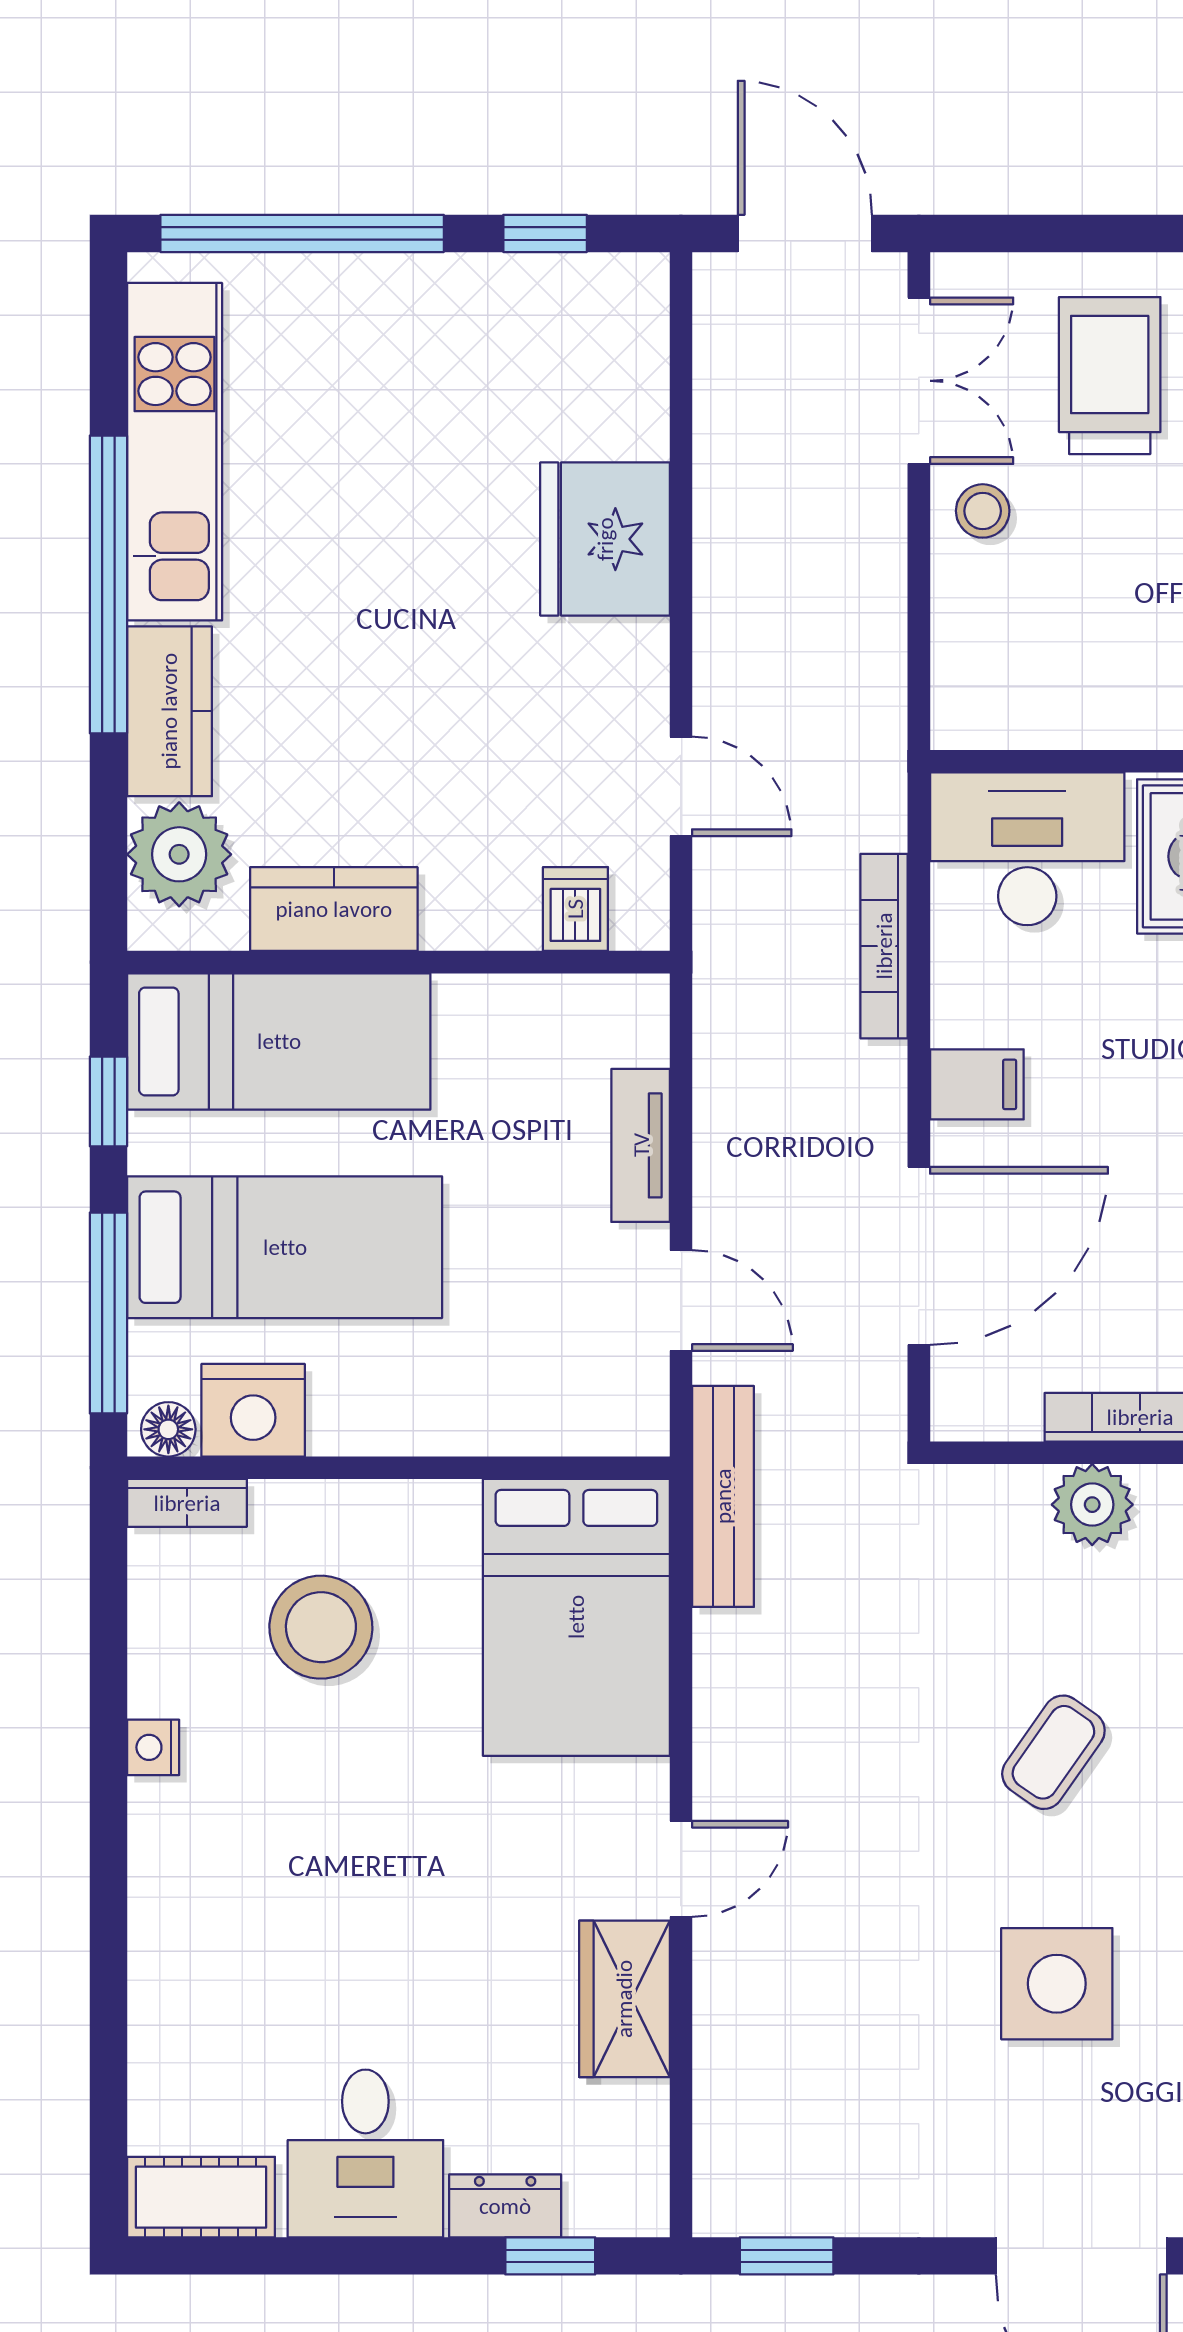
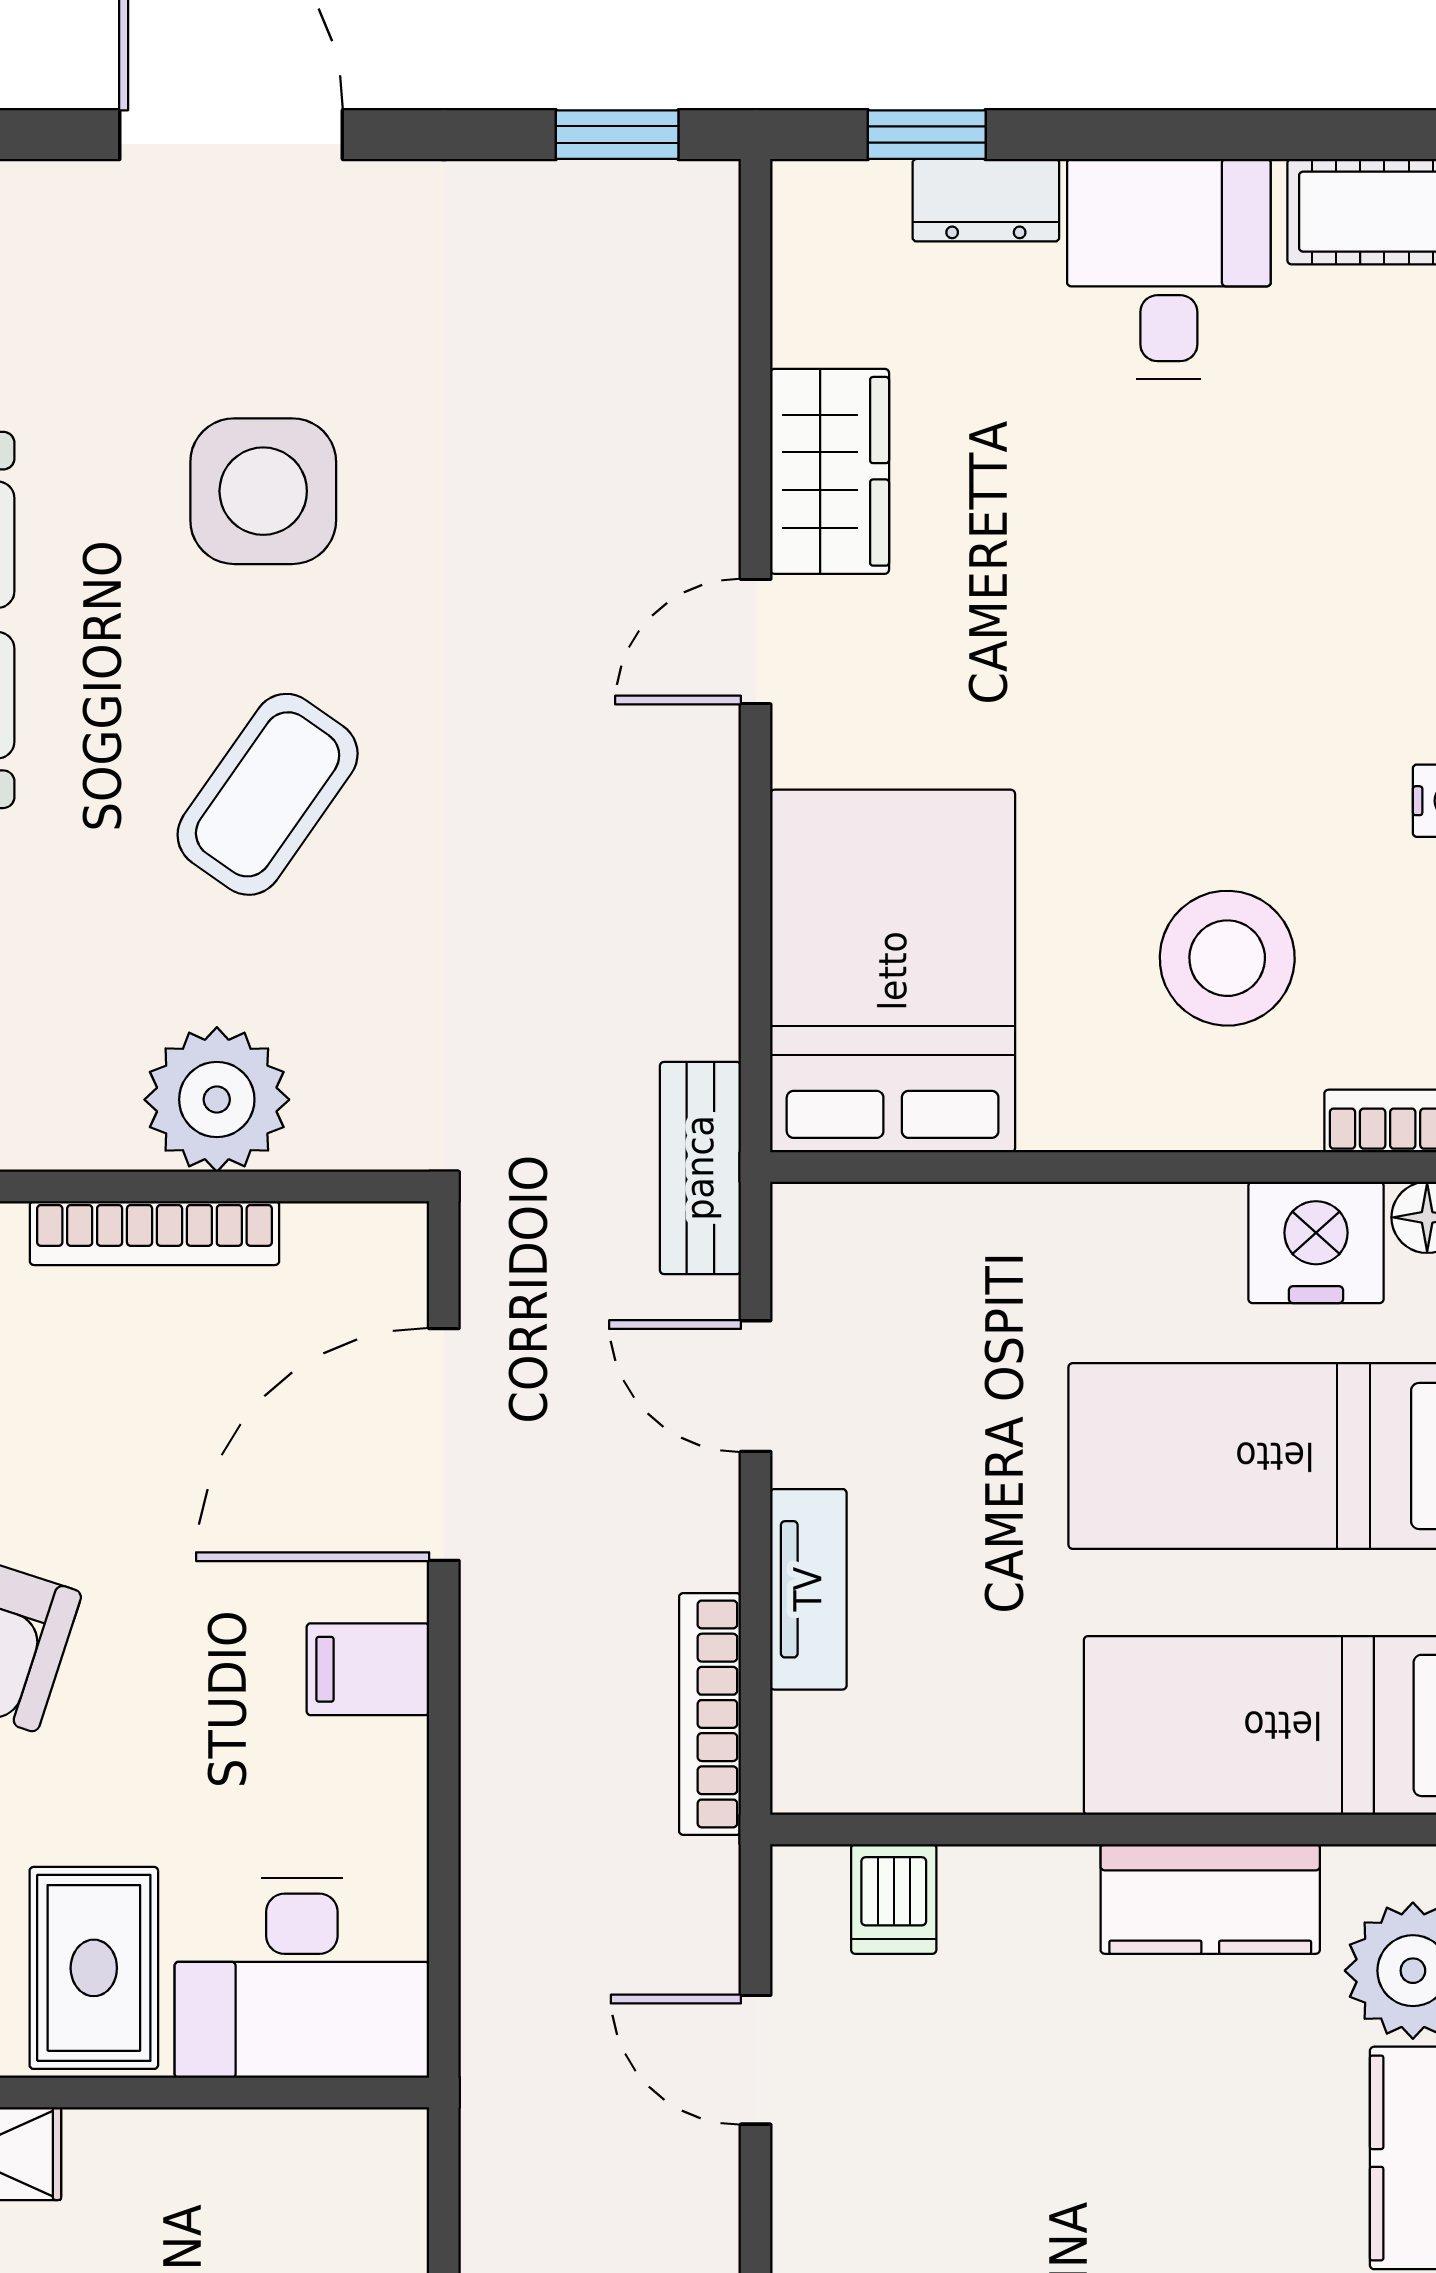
bookcase: (884, 946) -> (710, 1714), moved, turned 180
bench: (723, 1496) -> (700, 1168), width x0.73
plant: (1092, 1505) -> (217, 1100), width x1.36, depth x1.36
coffee table: (1053, 1752) -> (268, 794), width x1.36, depth x1.30

